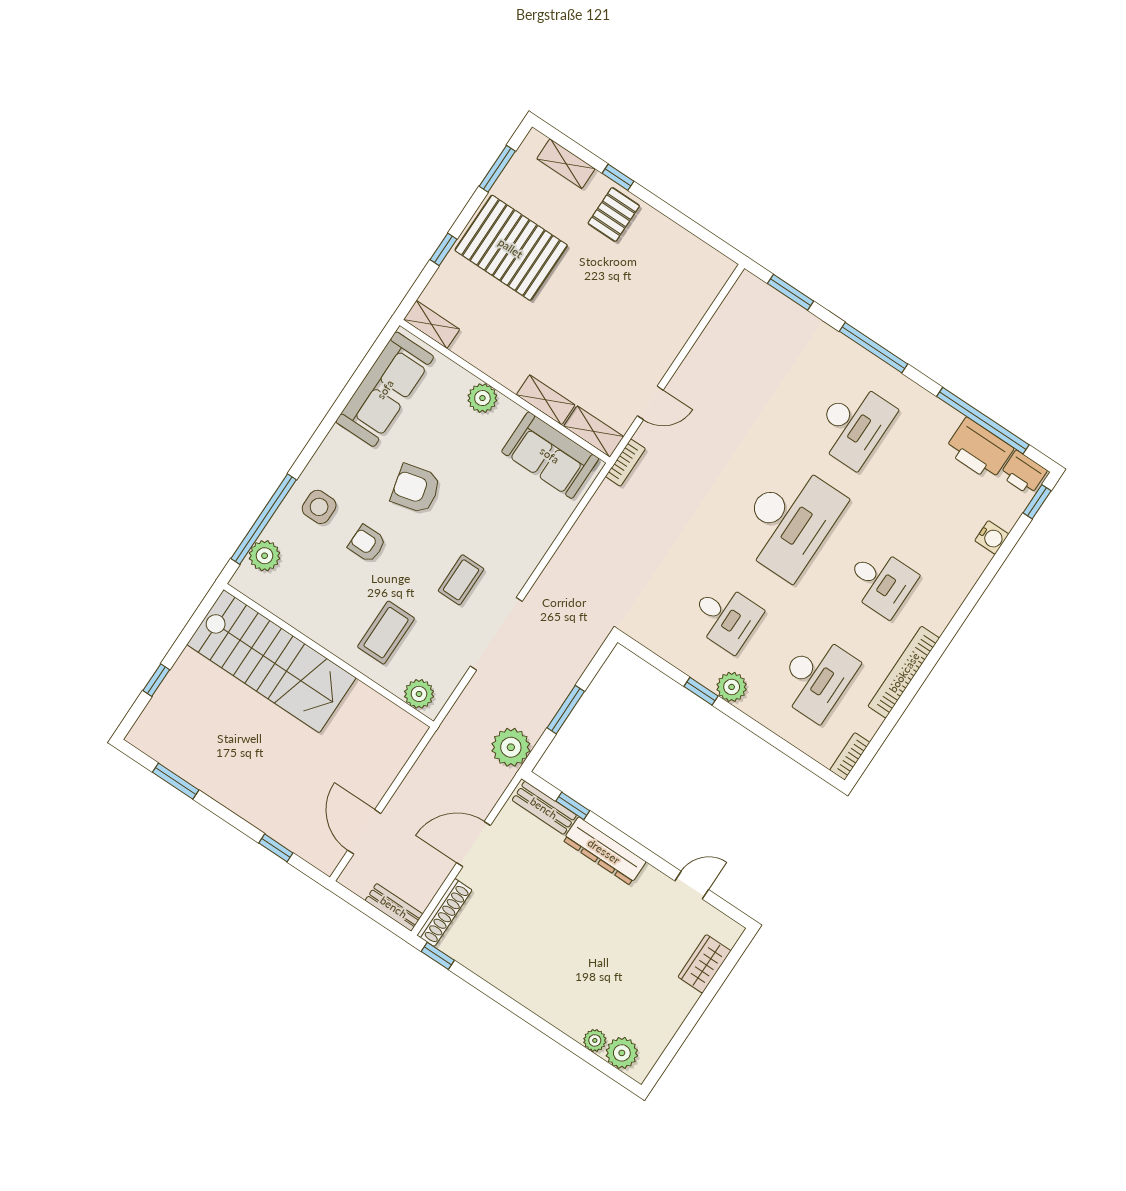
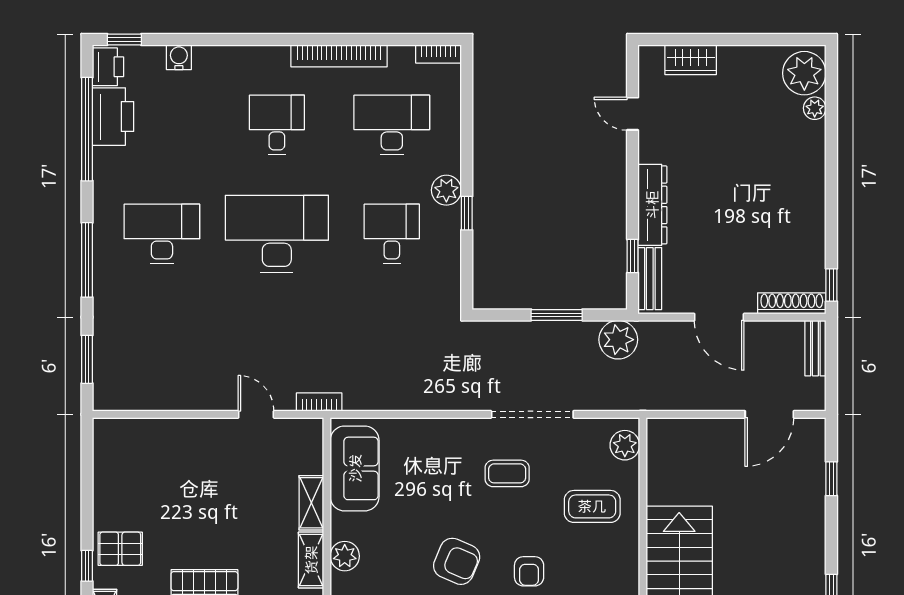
shelving: (594, 432) -> (311, 560), moved
armchair: (416, 489) -> (457, 561), turned -53
plant: (622, 1053) -> (804, 73), width x1.36, depth x1.36

